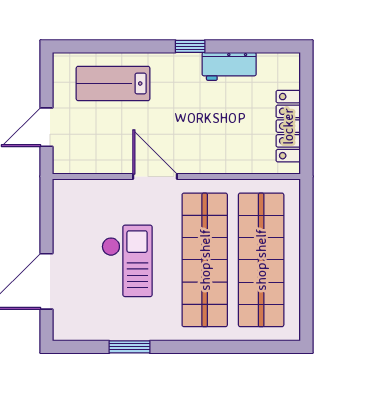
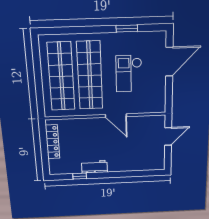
window: (190, 46) -> (80, 176), moved
workbench: (229, 66) -> (94, 167), moved
lab bench: (113, 83) -> (137, 157), removed

